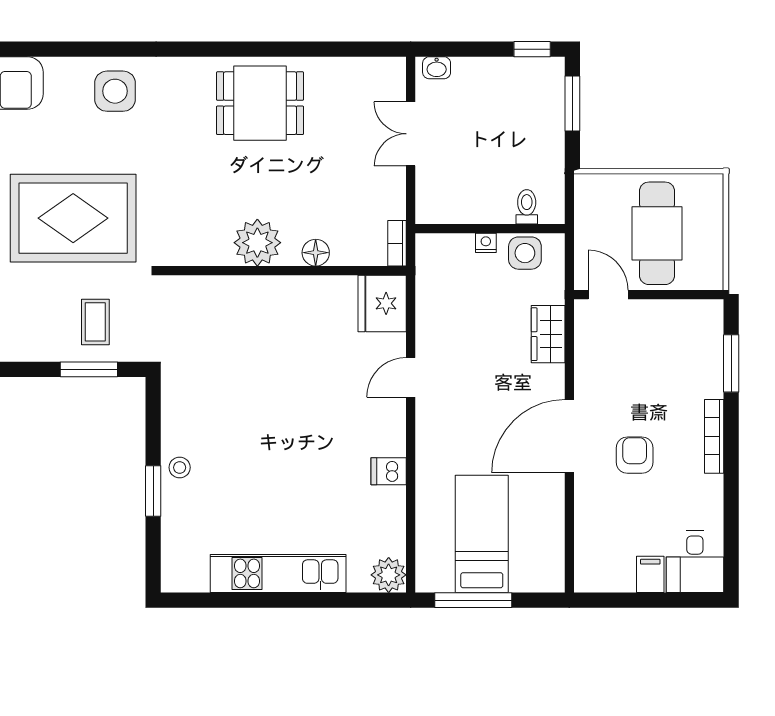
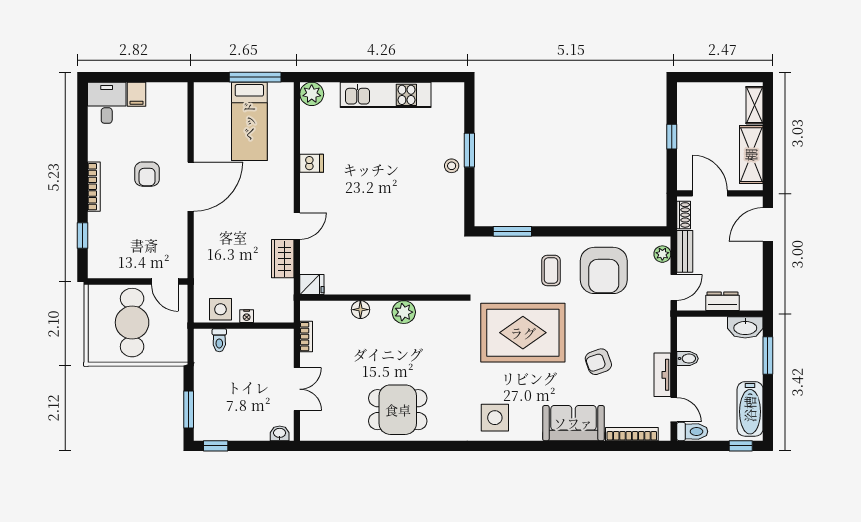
plant: (257, 243) -> (404, 312), width x0.73, depth x0.73
bookcase: (397, 243) -> (306, 337), moved
fridge: (382, 303) -> (312, 284), width x0.53, depth x0.75
coffee table: (95, 322) -> (551, 271), moved
wardrobe: (548, 334) -> (283, 259), moved, turned 180
window: (731, 363) -> (83, 235), width x0.67

